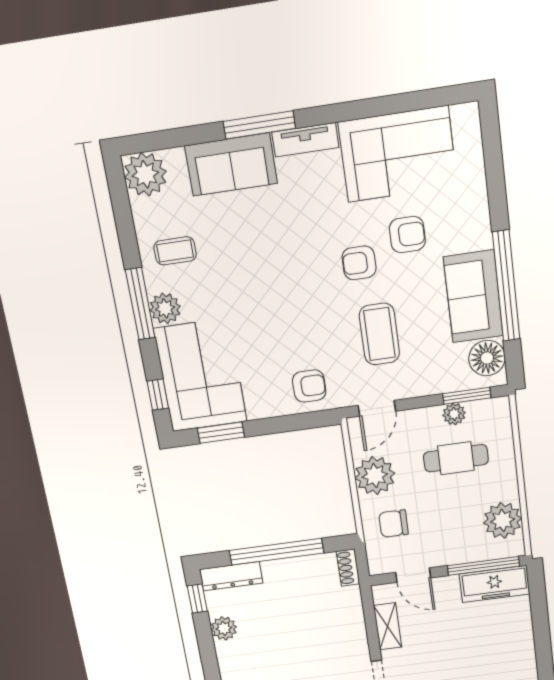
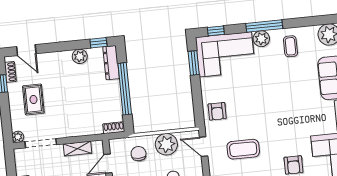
armchair: (359, 263) -> (280, 140), removed

